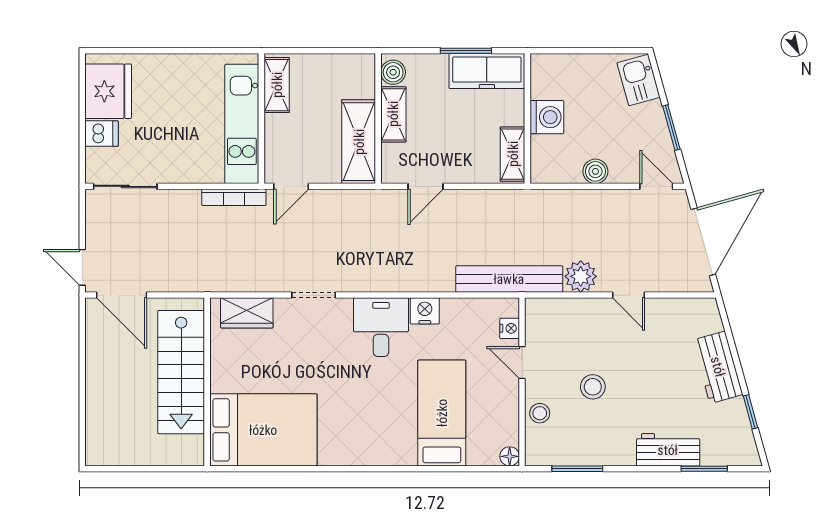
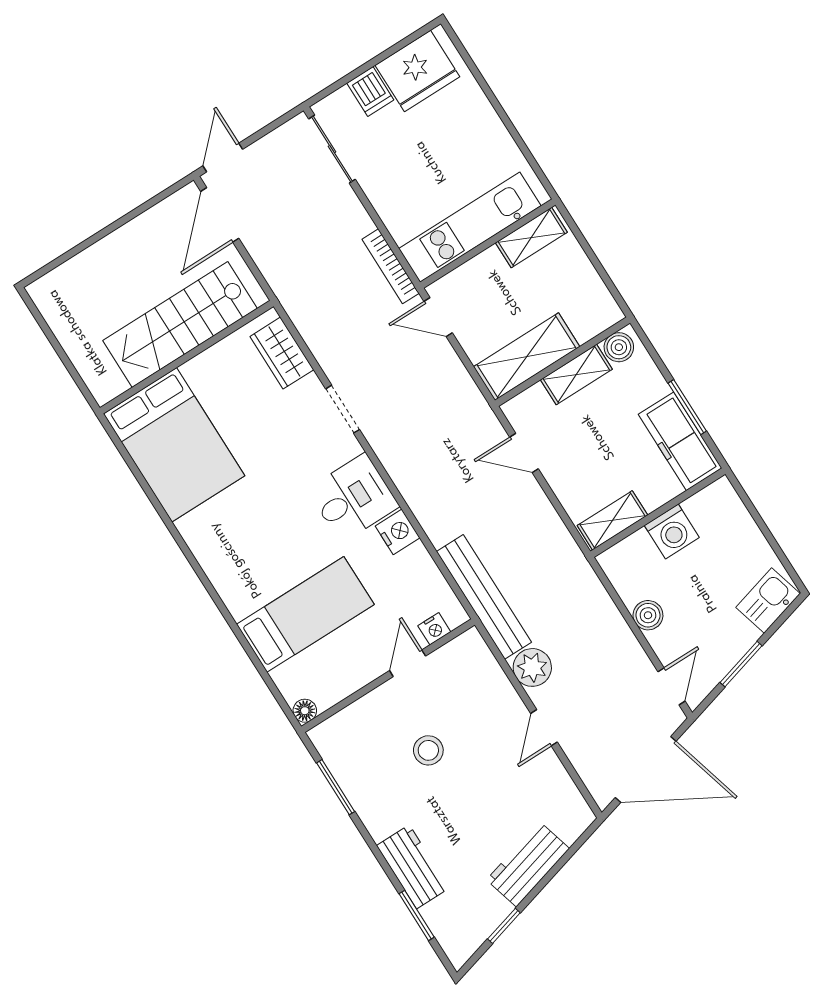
stool: (540, 413) -> (368, 714), removed

